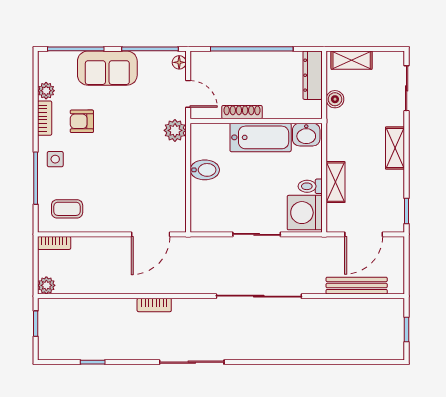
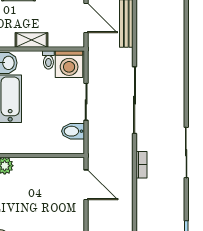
bidet: (205, 170) -> (73, 131), moved, turned -90
shelving: (335, 182) -> (32, 40), moved
bookcase: (154, 305) -> (141, 165), moved

